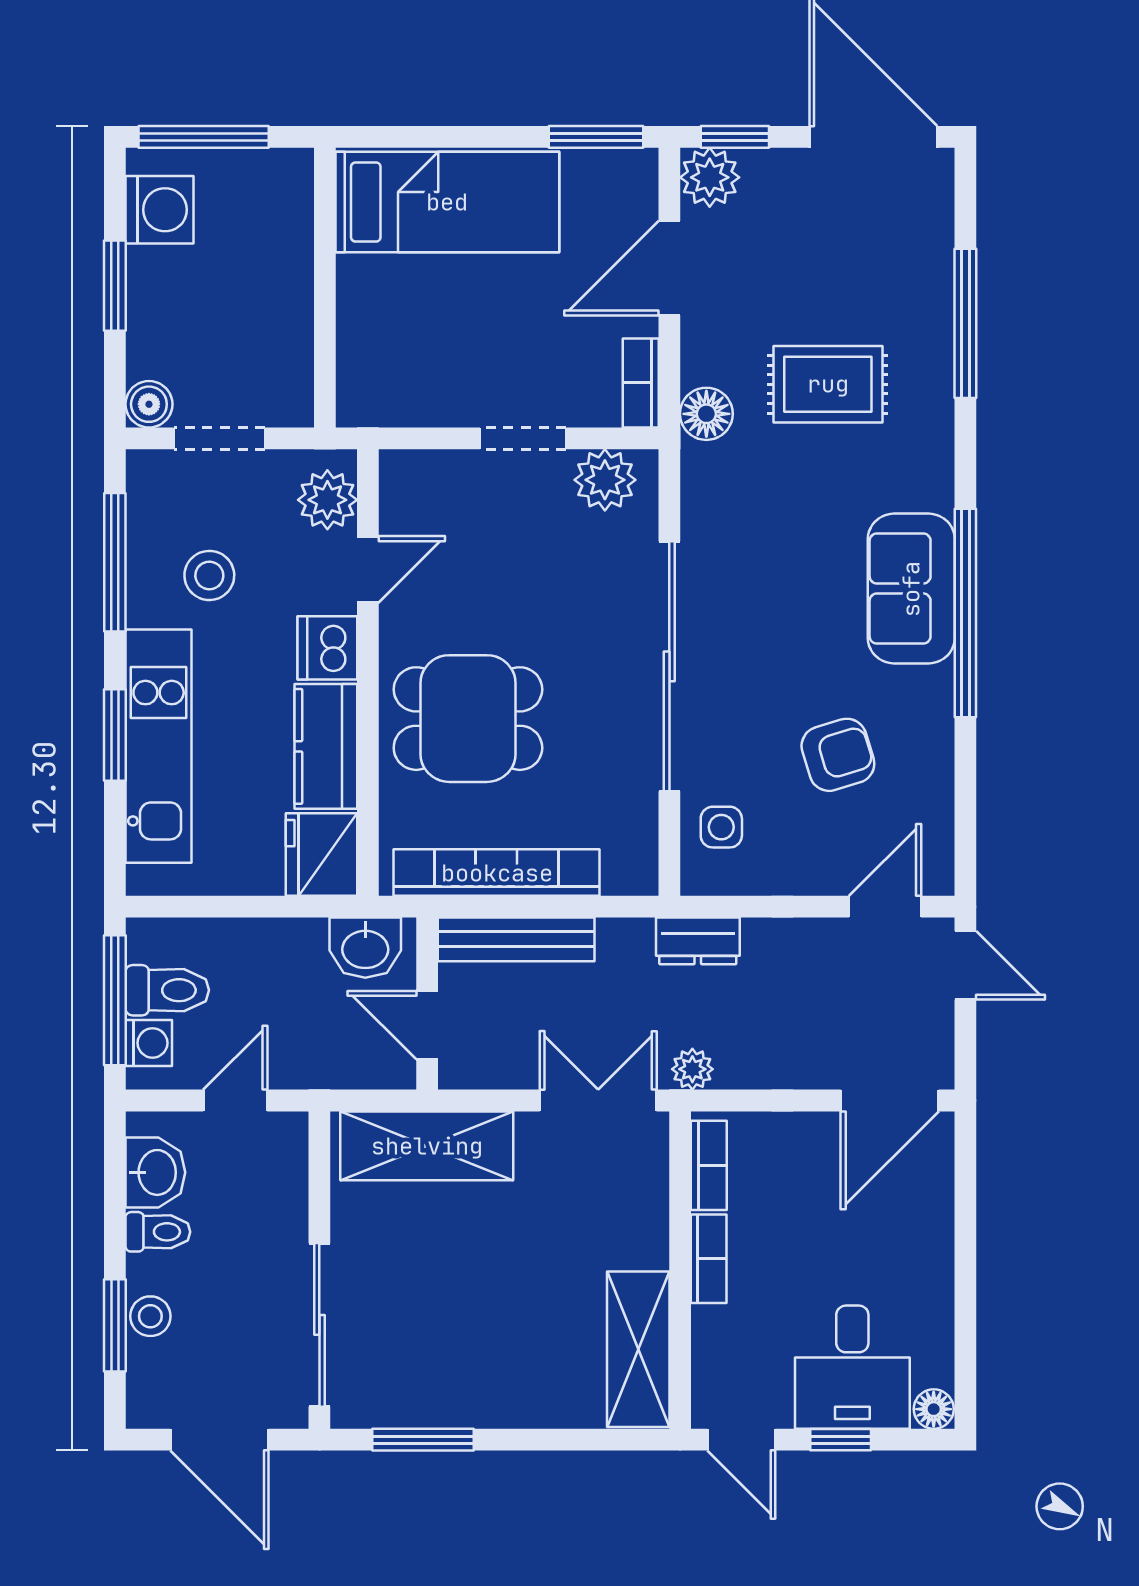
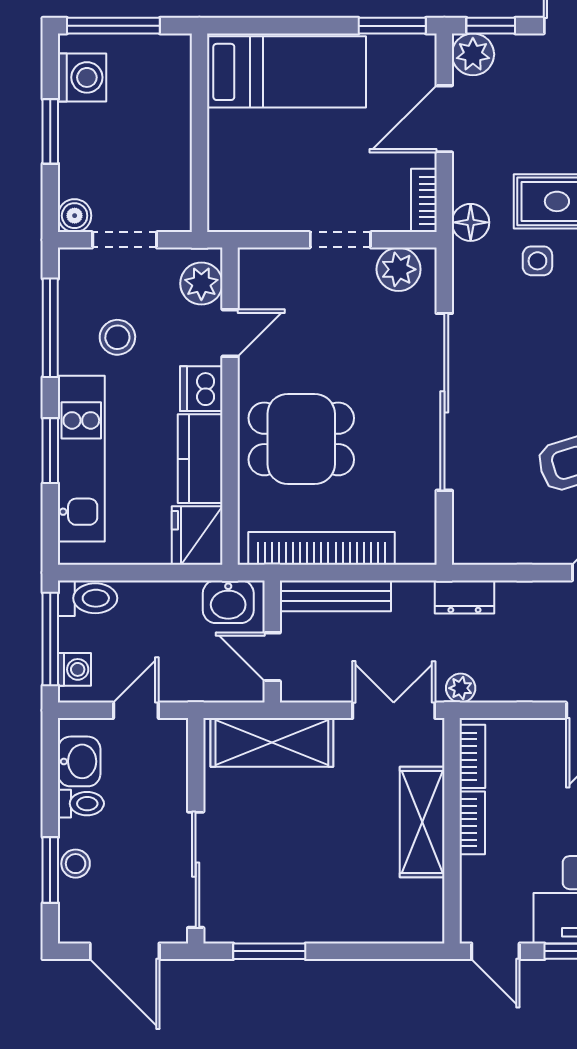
side table: (721, 827) -> (537, 261), moved
toilet: (167, 990) -> (88, 598), moved
shelving: (638, 1349) -> (422, 822), moved

